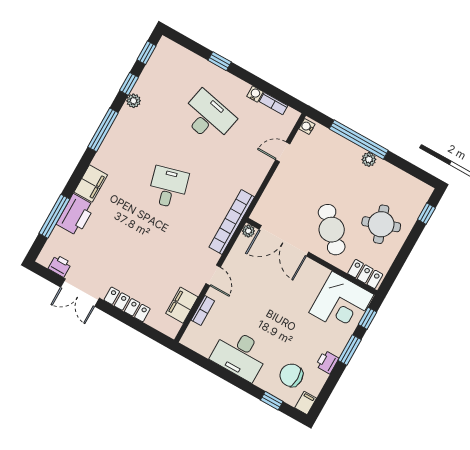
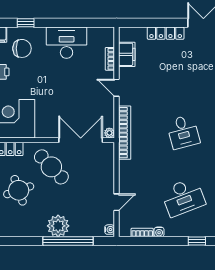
desk: (208, 117) -> (183, 197), turned -33
plant: (369, 159) -> (58, 226), width x1.88, depth x1.88

